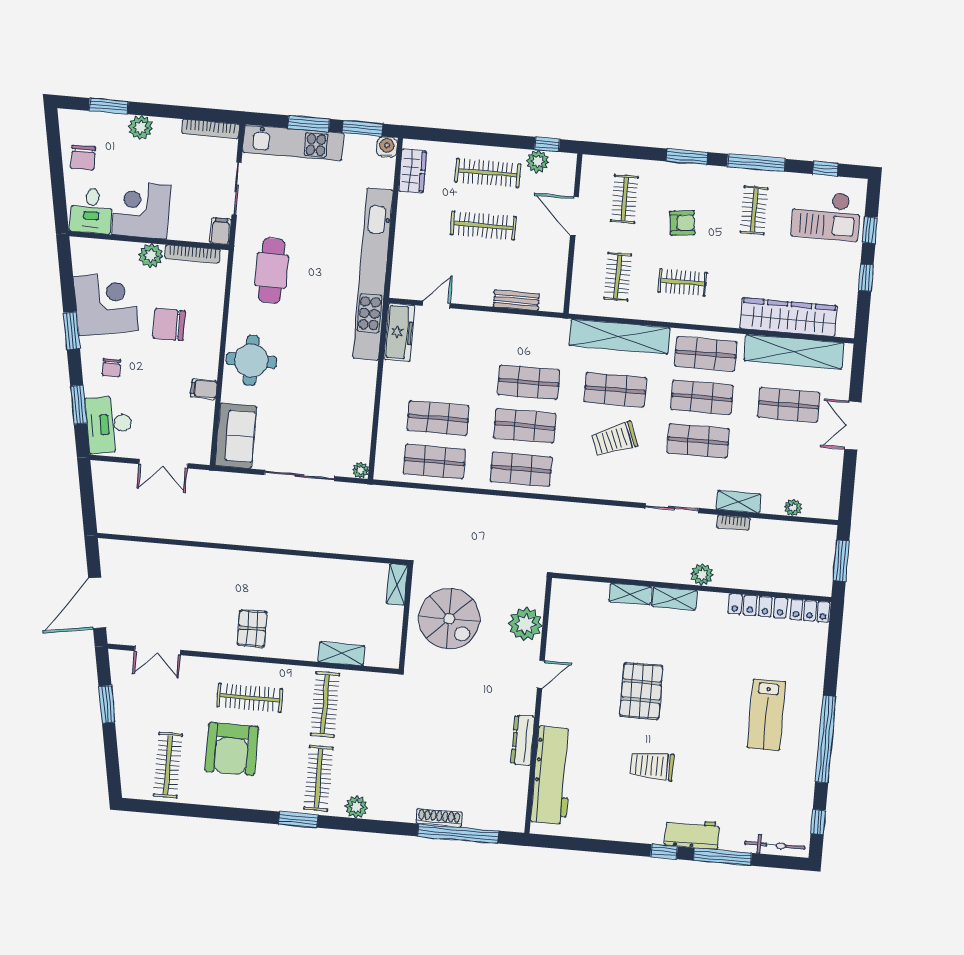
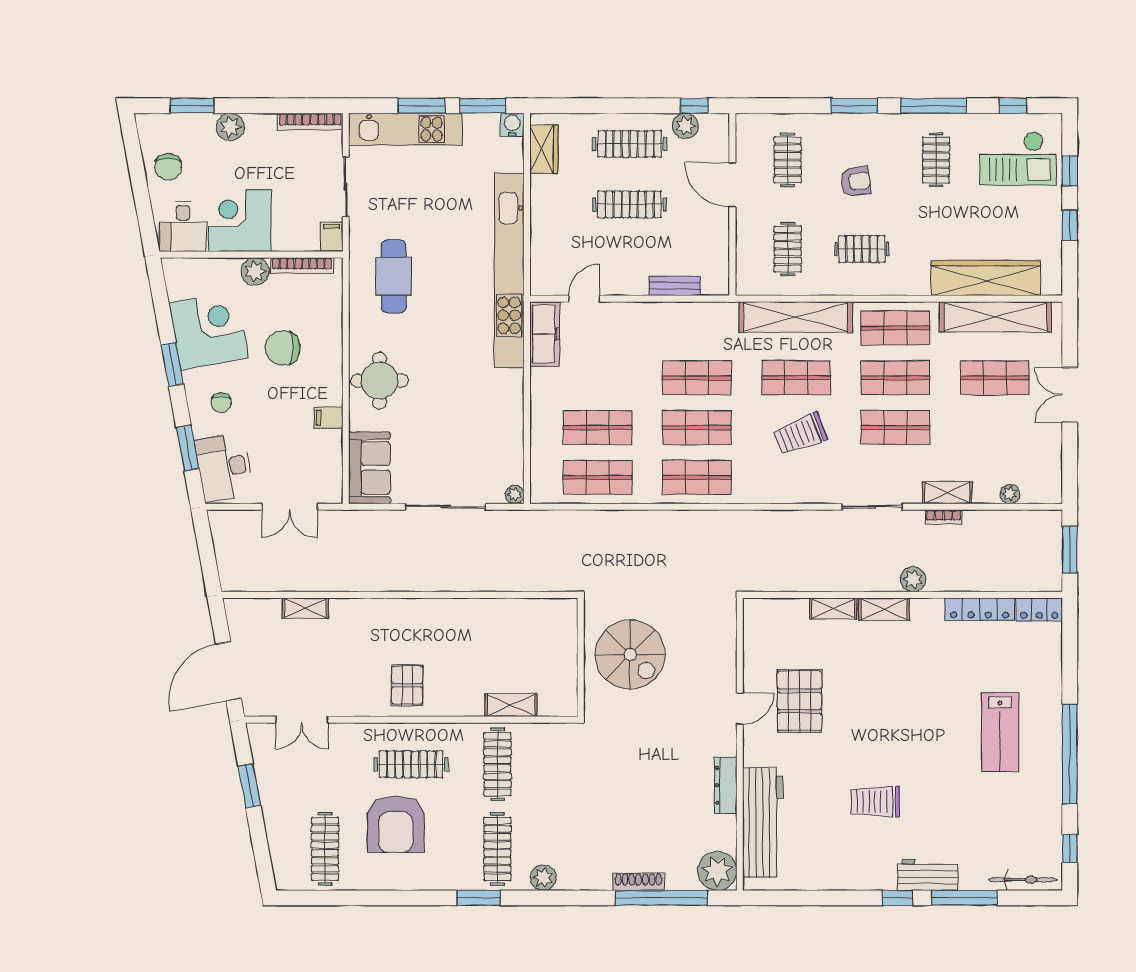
shelving: (397, 584) -> (305, 608), moved, turned 90
plant: (525, 624) -> (717, 871), moved
pallet: (641, 691) -> (800, 701), moved

